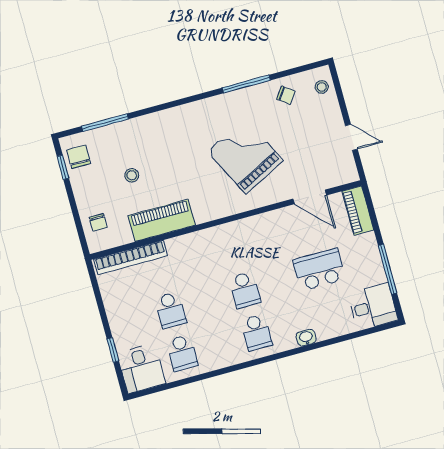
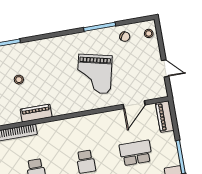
grand piano: (245, 156) -> (94, 74), turned -140
door: (310, 197) -> (134, 105), hinge flipped
piano: (162, 220) -> (36, 113), width x0.73, depth x0.75

